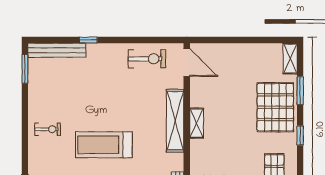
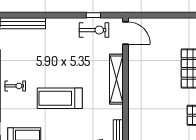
window: (88, 40) -> (93, 15), moved
shelving: (197, 123) -> (133, 81), removed

